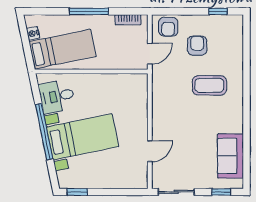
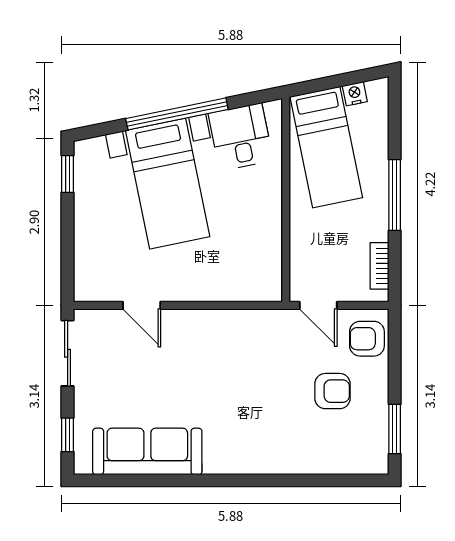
window: (218, 11) -> (395, 429), width x1.50
coffee table: (209, 85) -> (261, 413), removed
sofa: (230, 156) -> (147, 451), width x1.36

